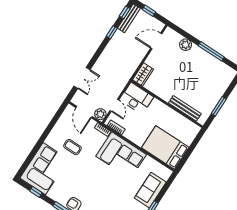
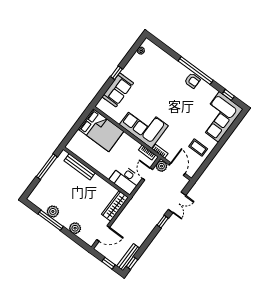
window: (112, 32) -> (163, 222), moved
plant: (210, 61) -> (53, 211), added
wardrobe: (143, 74) -> (115, 206), width x1.50
double door: (82, 78) -> (177, 202), swing flipped
window: (219, 106) -> (47, 167), width x1.44
coffee table: (72, 147) -> (198, 148), moved

